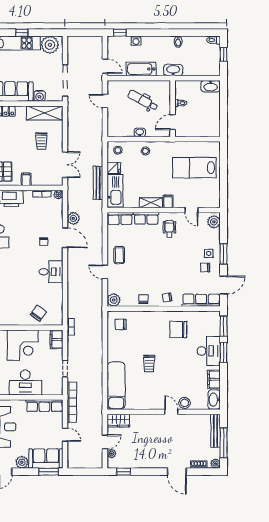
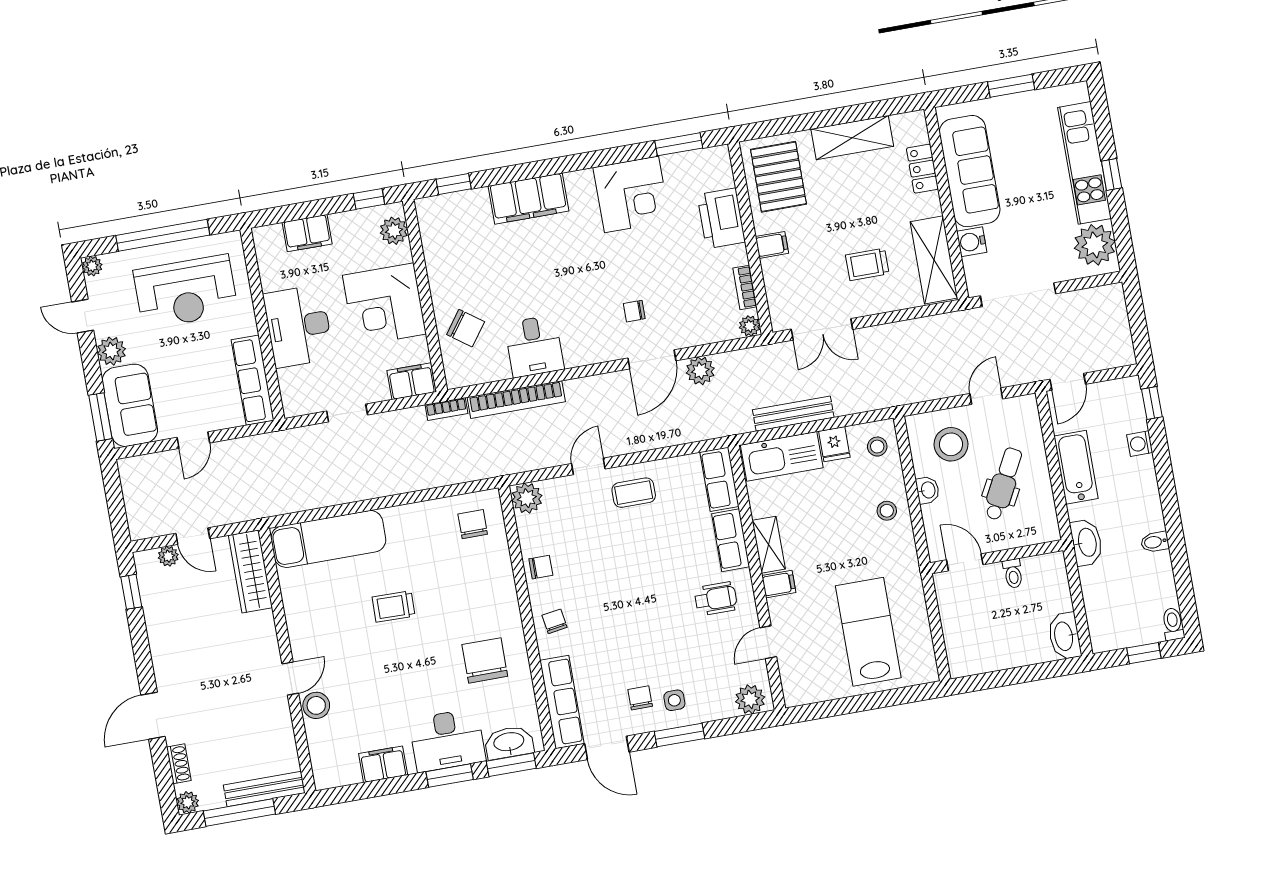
stool: (122, 119) -> (951, 444), added
desk: (51, 272) -> (534, 346), moved
washbasin: (214, 400) -> (509, 743), moved
bookcase: (72, 402) -> (516, 400), moved
wardrobe: (118, 420) -> (250, 571), width x1.50

